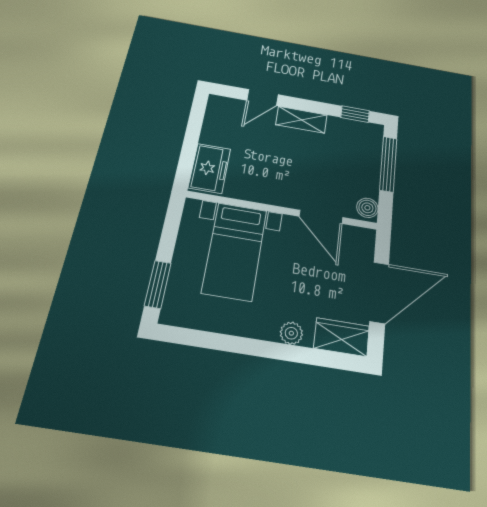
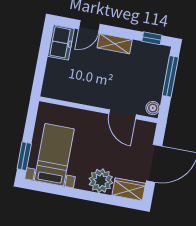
freezer: (209, 168) -> (61, 42), moved
bed with nightstands: (235, 251) -> (54, 155), moved, turned 180
plant: (291, 333) -> (101, 181), width x1.88, depth x1.88

